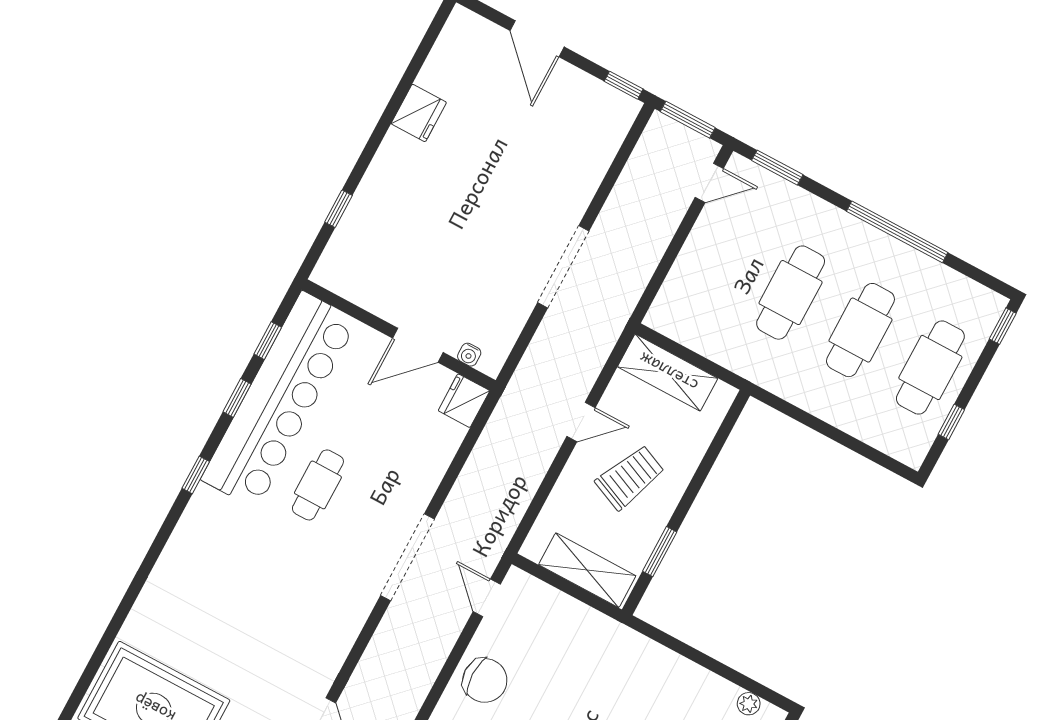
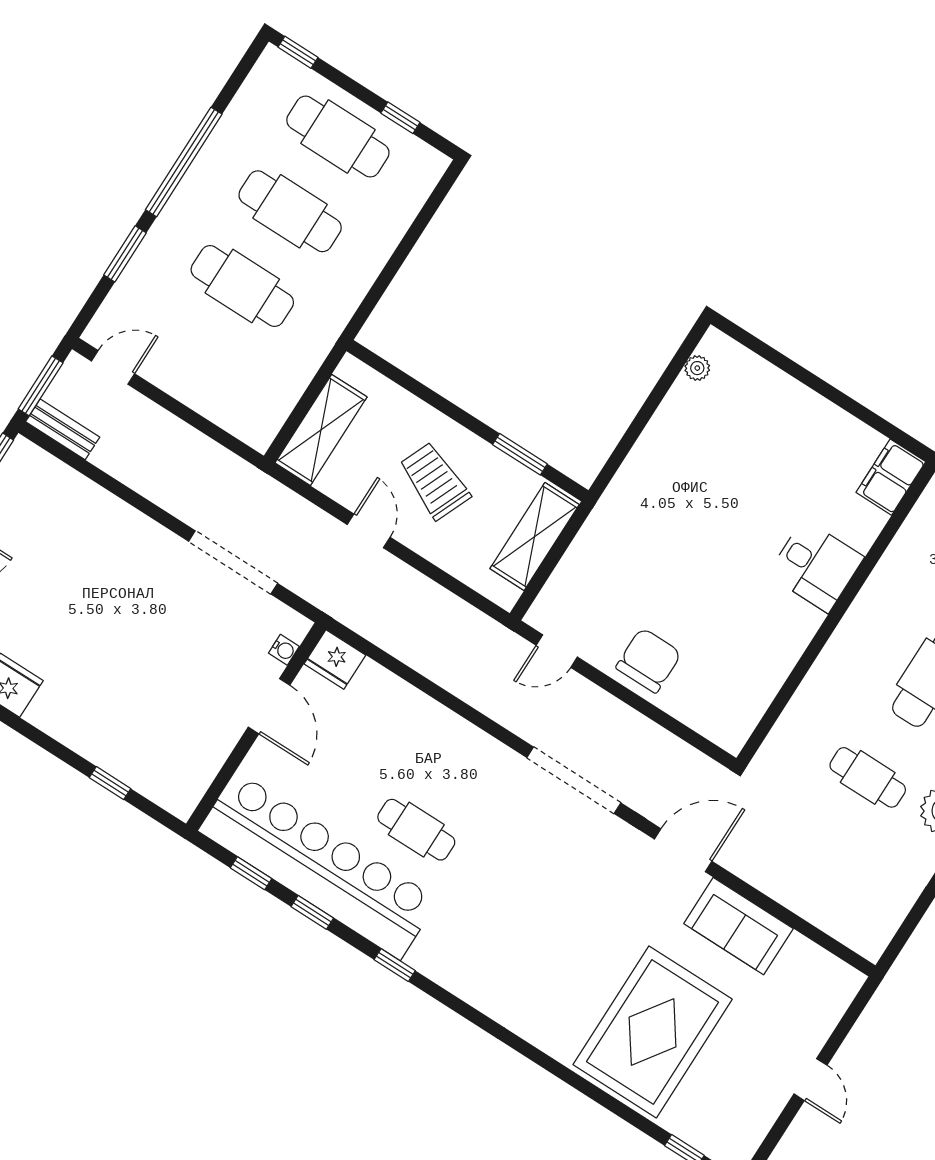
bench: (650, 142) -> (63, 429), added
window: (777, 168) -> (125, 254), moved
door: (709, 183) -> (113, 367), hinge flipped
doorway: (563, 267) -> (233, 562), moved
doorway: (407, 557) -> (574, 780), moved

